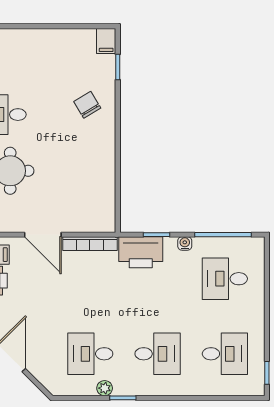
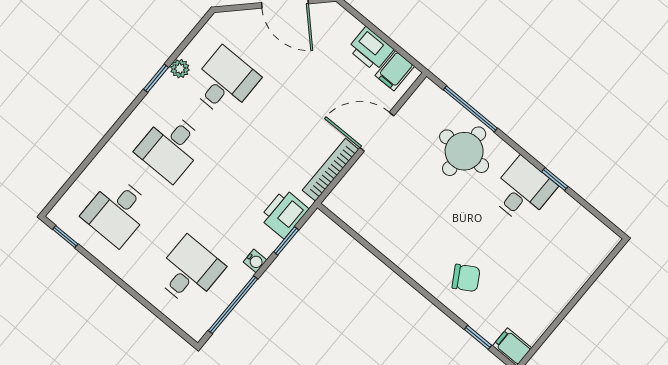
printer: (141, 252) -> (284, 214), width x0.73, depth x0.84

